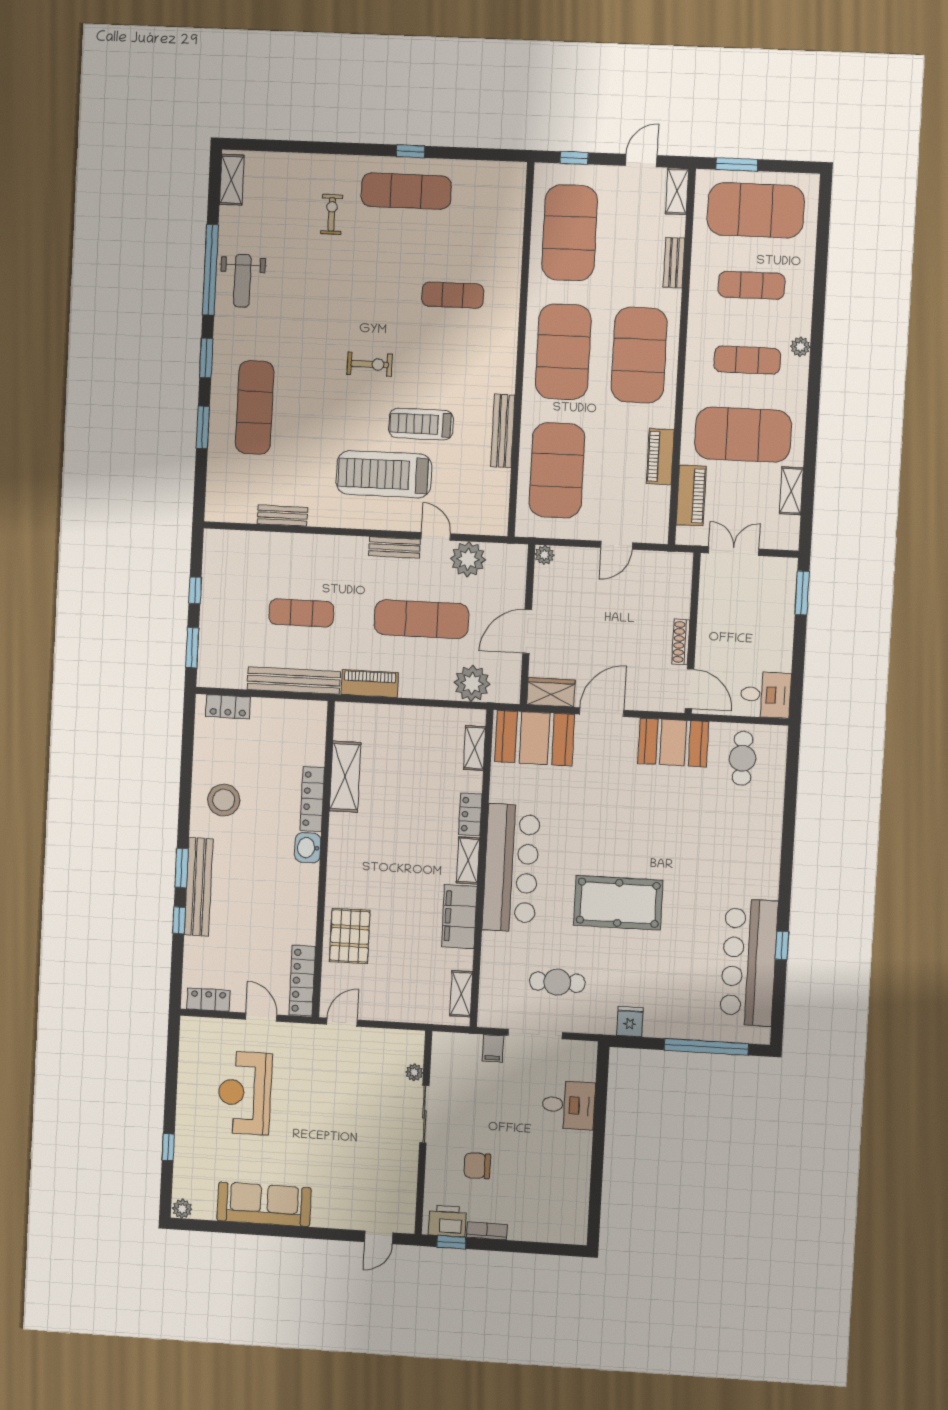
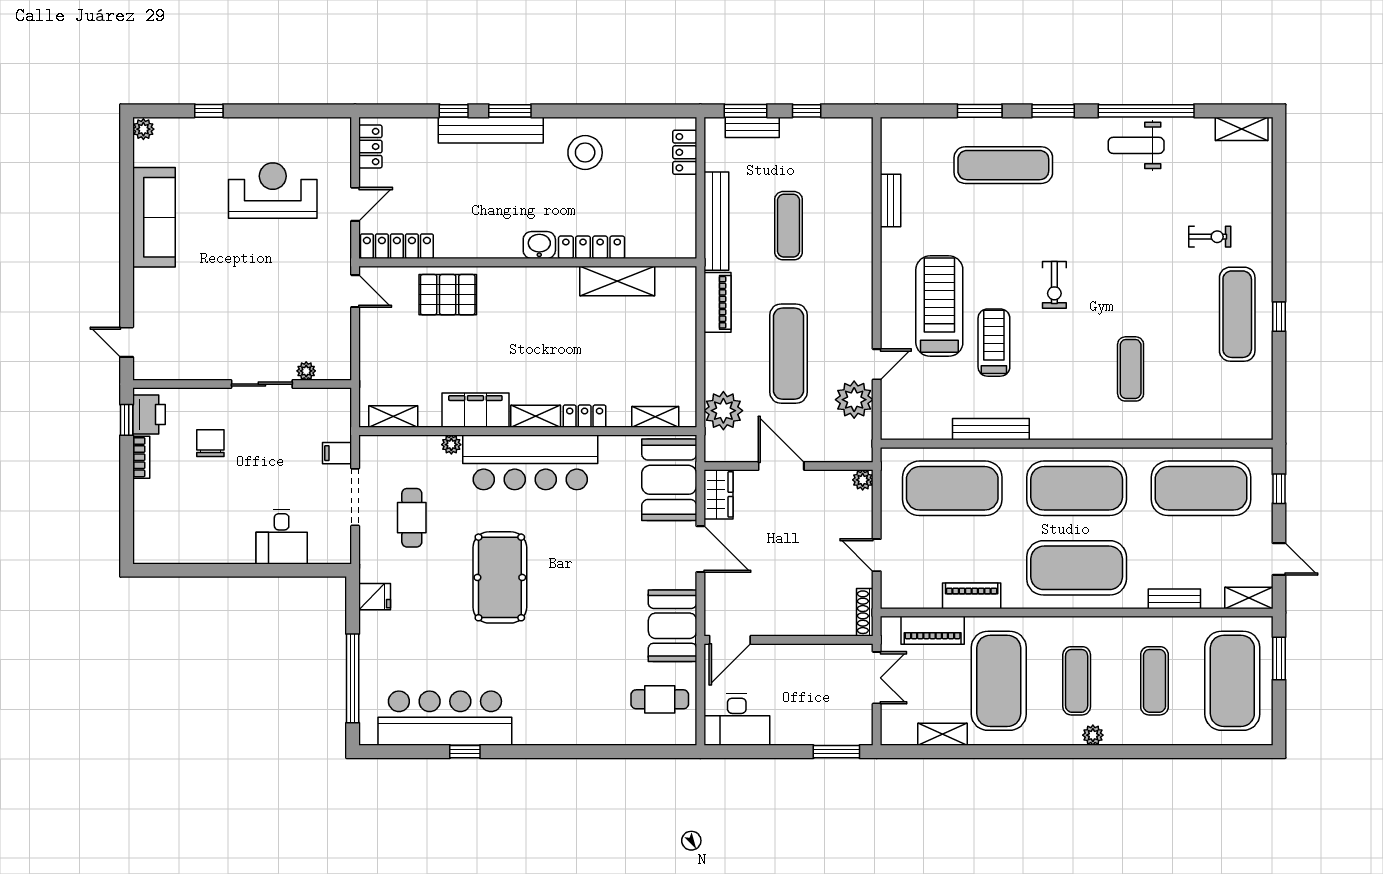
bench: (394, 547) -> (752, 127), moved, turned 90
shoe rack: (681, 642) -> (865, 612), moved, turned -90
desk: (766, 695) -> (737, 720), width x1.37
plant: (490, 941) -> (451, 445), added

